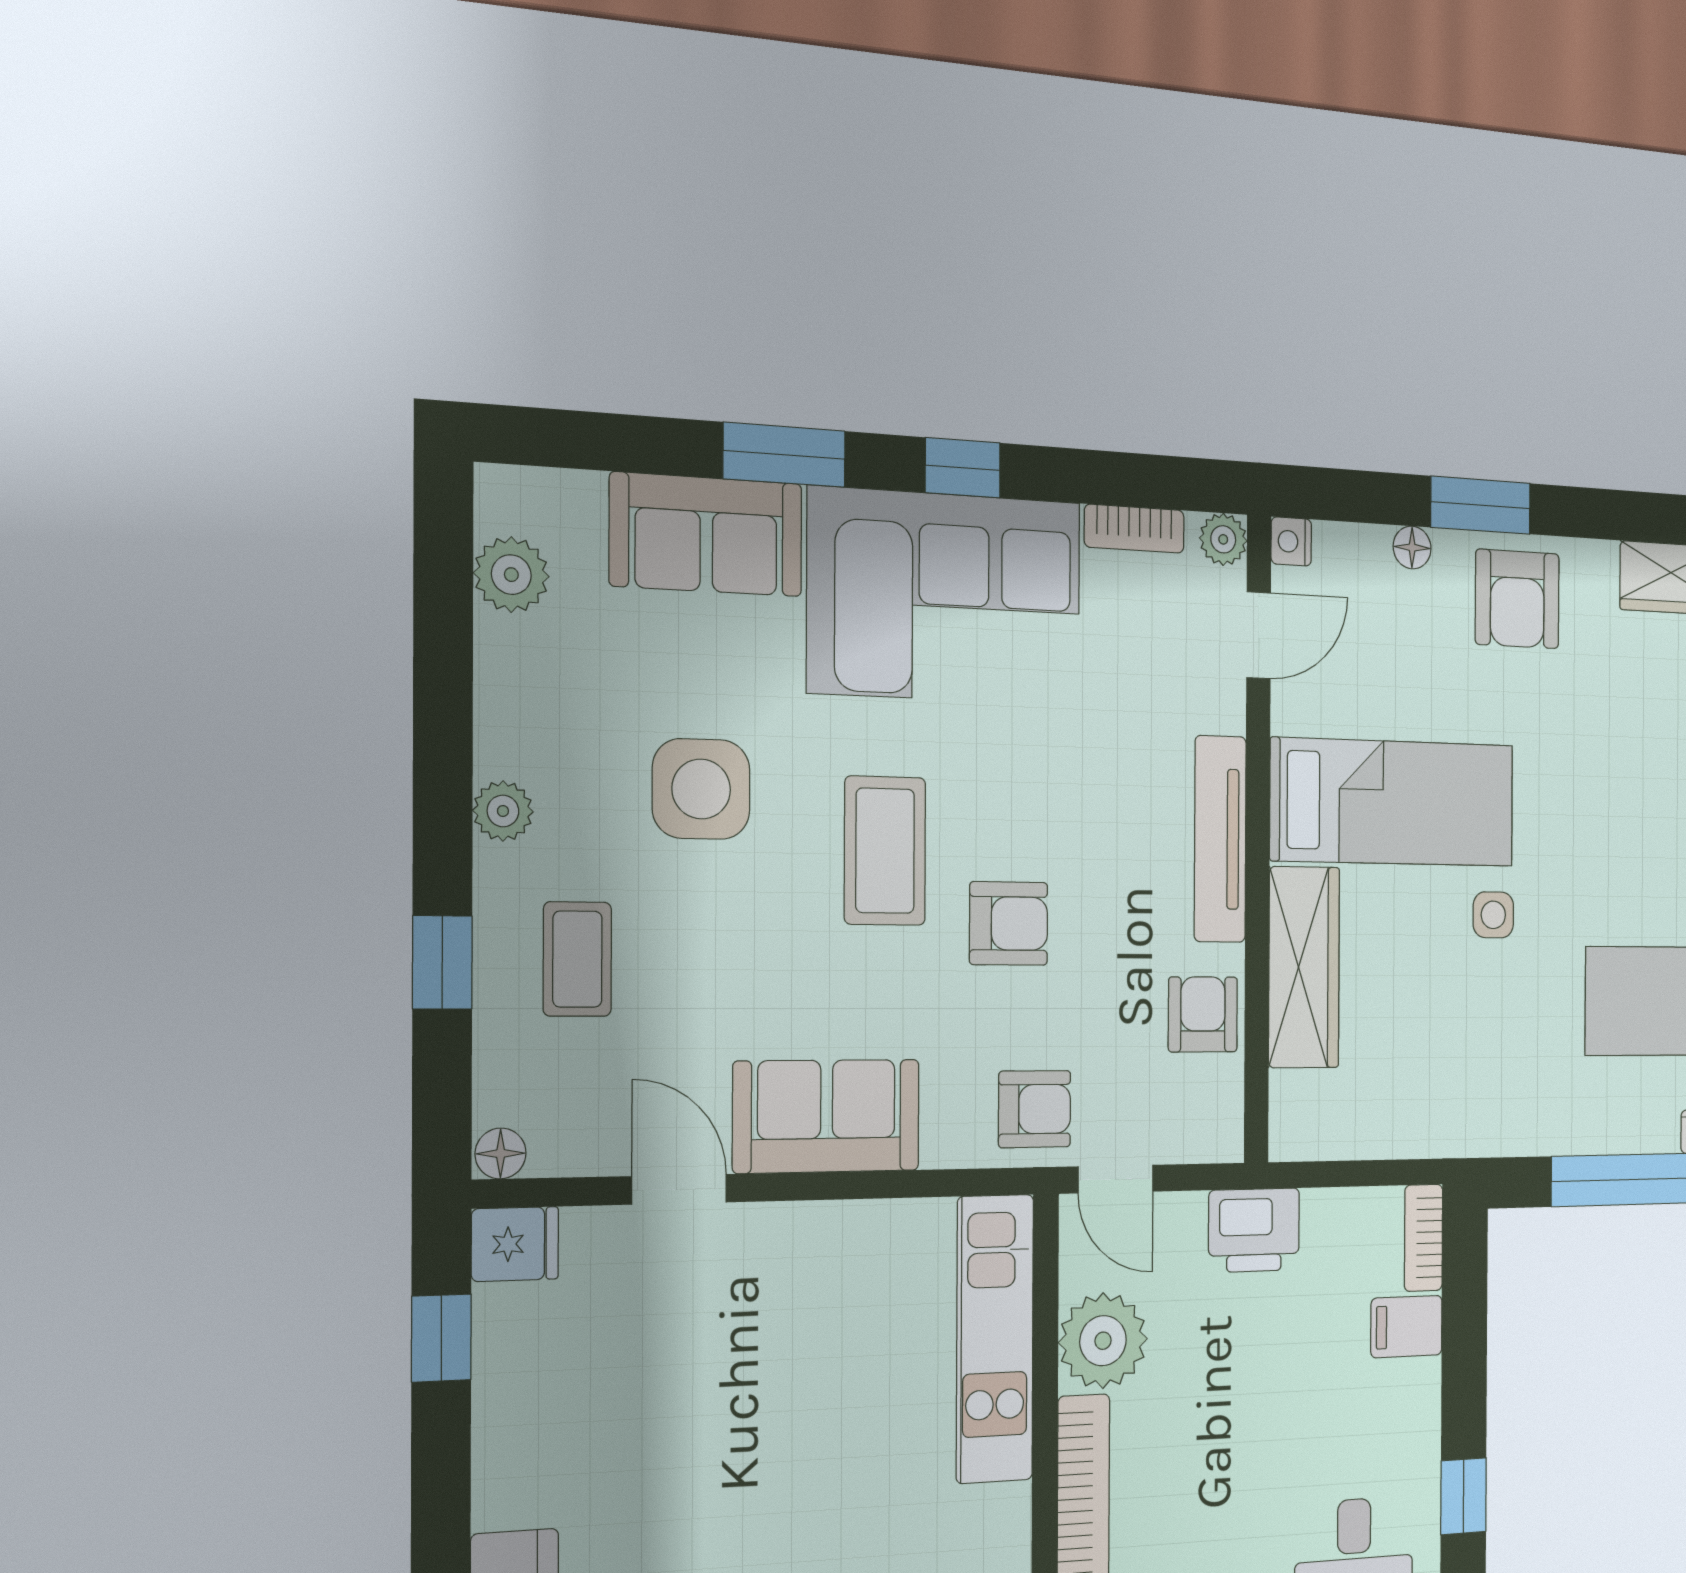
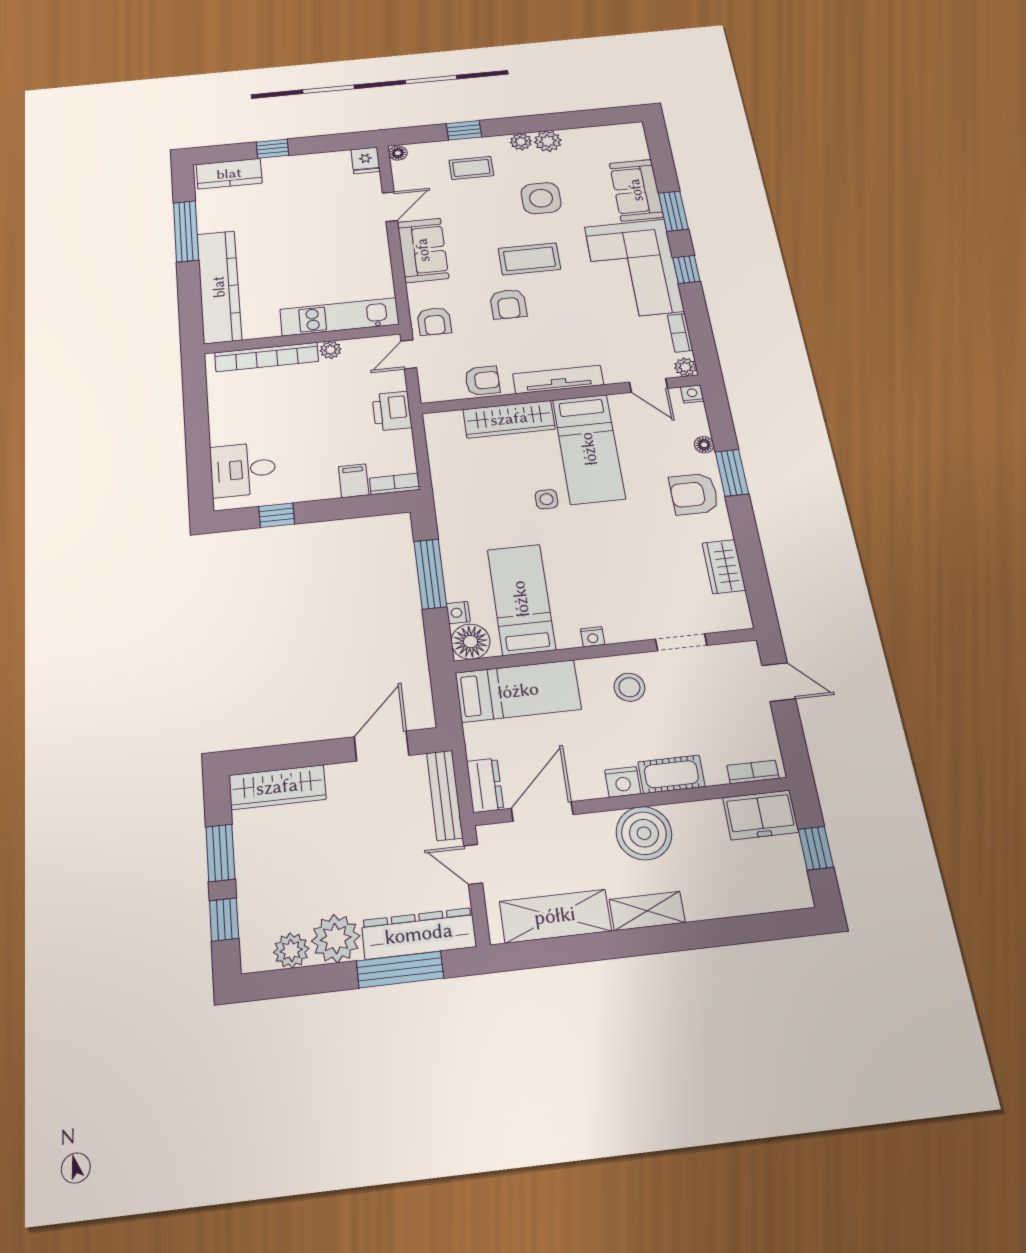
plant: (511, 575) -> (548, 141), moved
window: (441, 1338) -> (273, 149), moved
plant: (1103, 1341) -> (331, 350), width x0.53, depth x0.53

